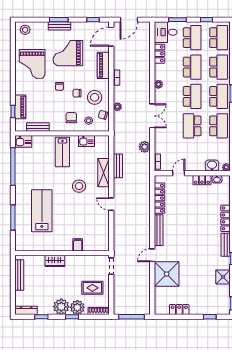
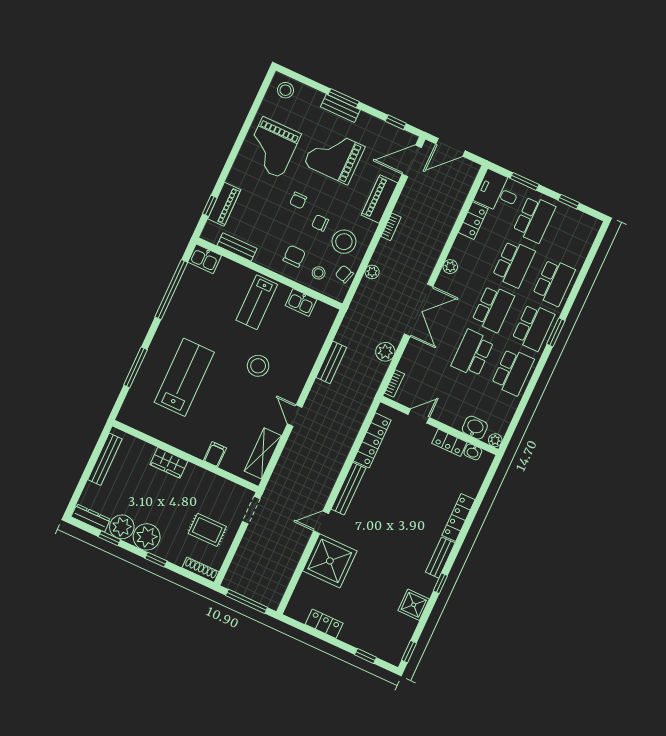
school desk: (219, 38) -> (574, 238), removed
double door: (152, 116) -> (419, 310), width x1.37
shelving: (103, 173) -> (263, 453), moved
plant: (77, 307) -> (122, 527), moved

